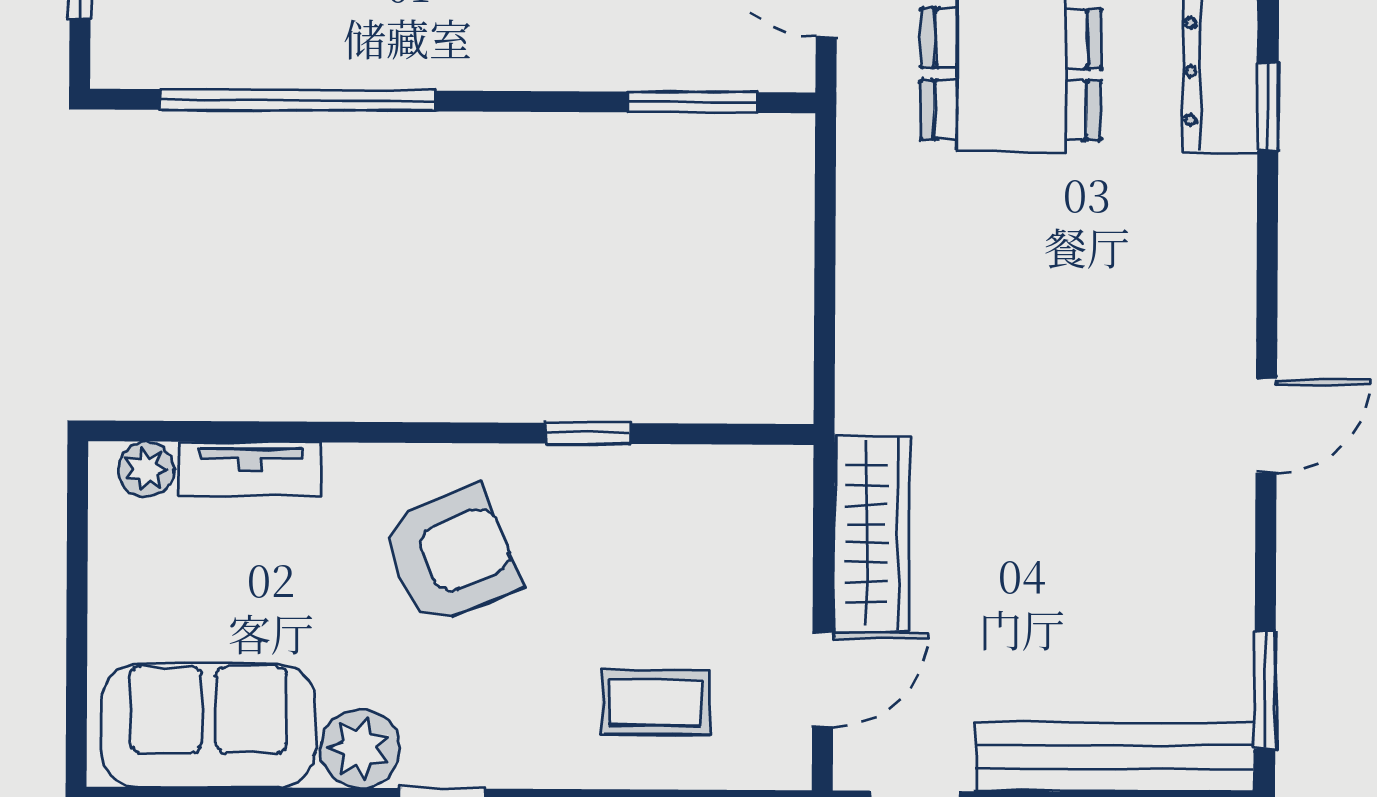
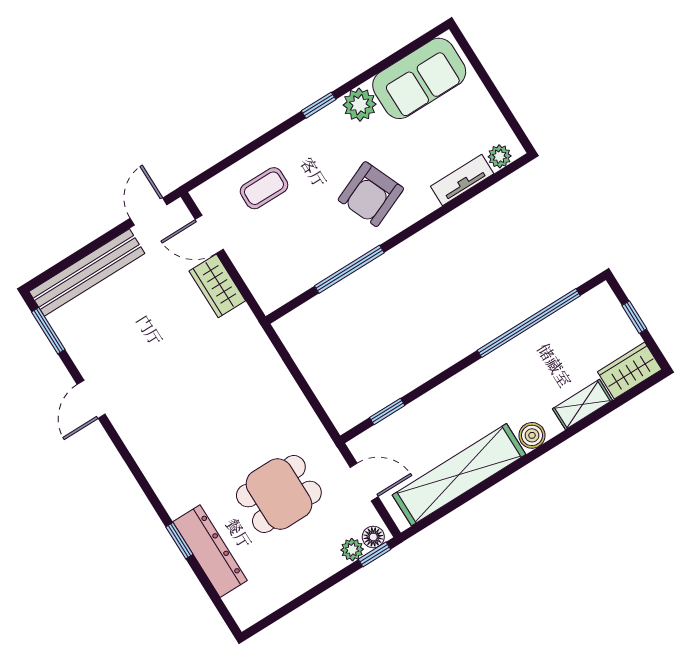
window: (692, 102) -> (387, 412), width x0.67
door: (1266, 426) -> (91, 399), moved
window: (588, 433) -> (349, 269), width x2.17
wardrobe: (872, 534) -> (217, 286), width x0.67
door: (823, 679) -> (209, 234), hinge flipped

